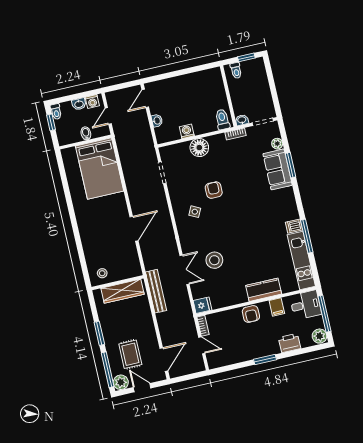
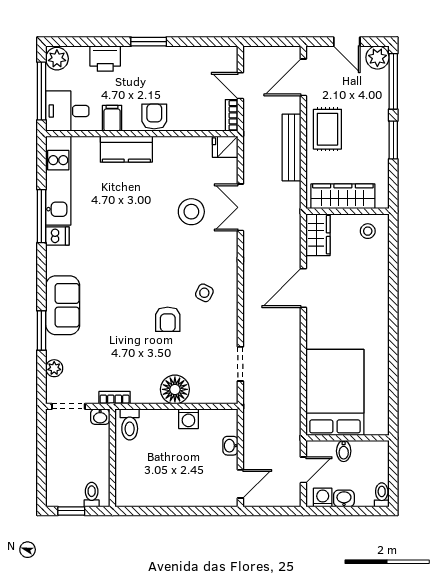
window: (51, 122) -> (393, 480), removed
sofa: (278, 169) -> (63, 305), moved
wardrobe: (132, 264) -> (318, 235), added
bench: (156, 291) -> (292, 147), moved
rug: (130, 354) -> (327, 129), moved

